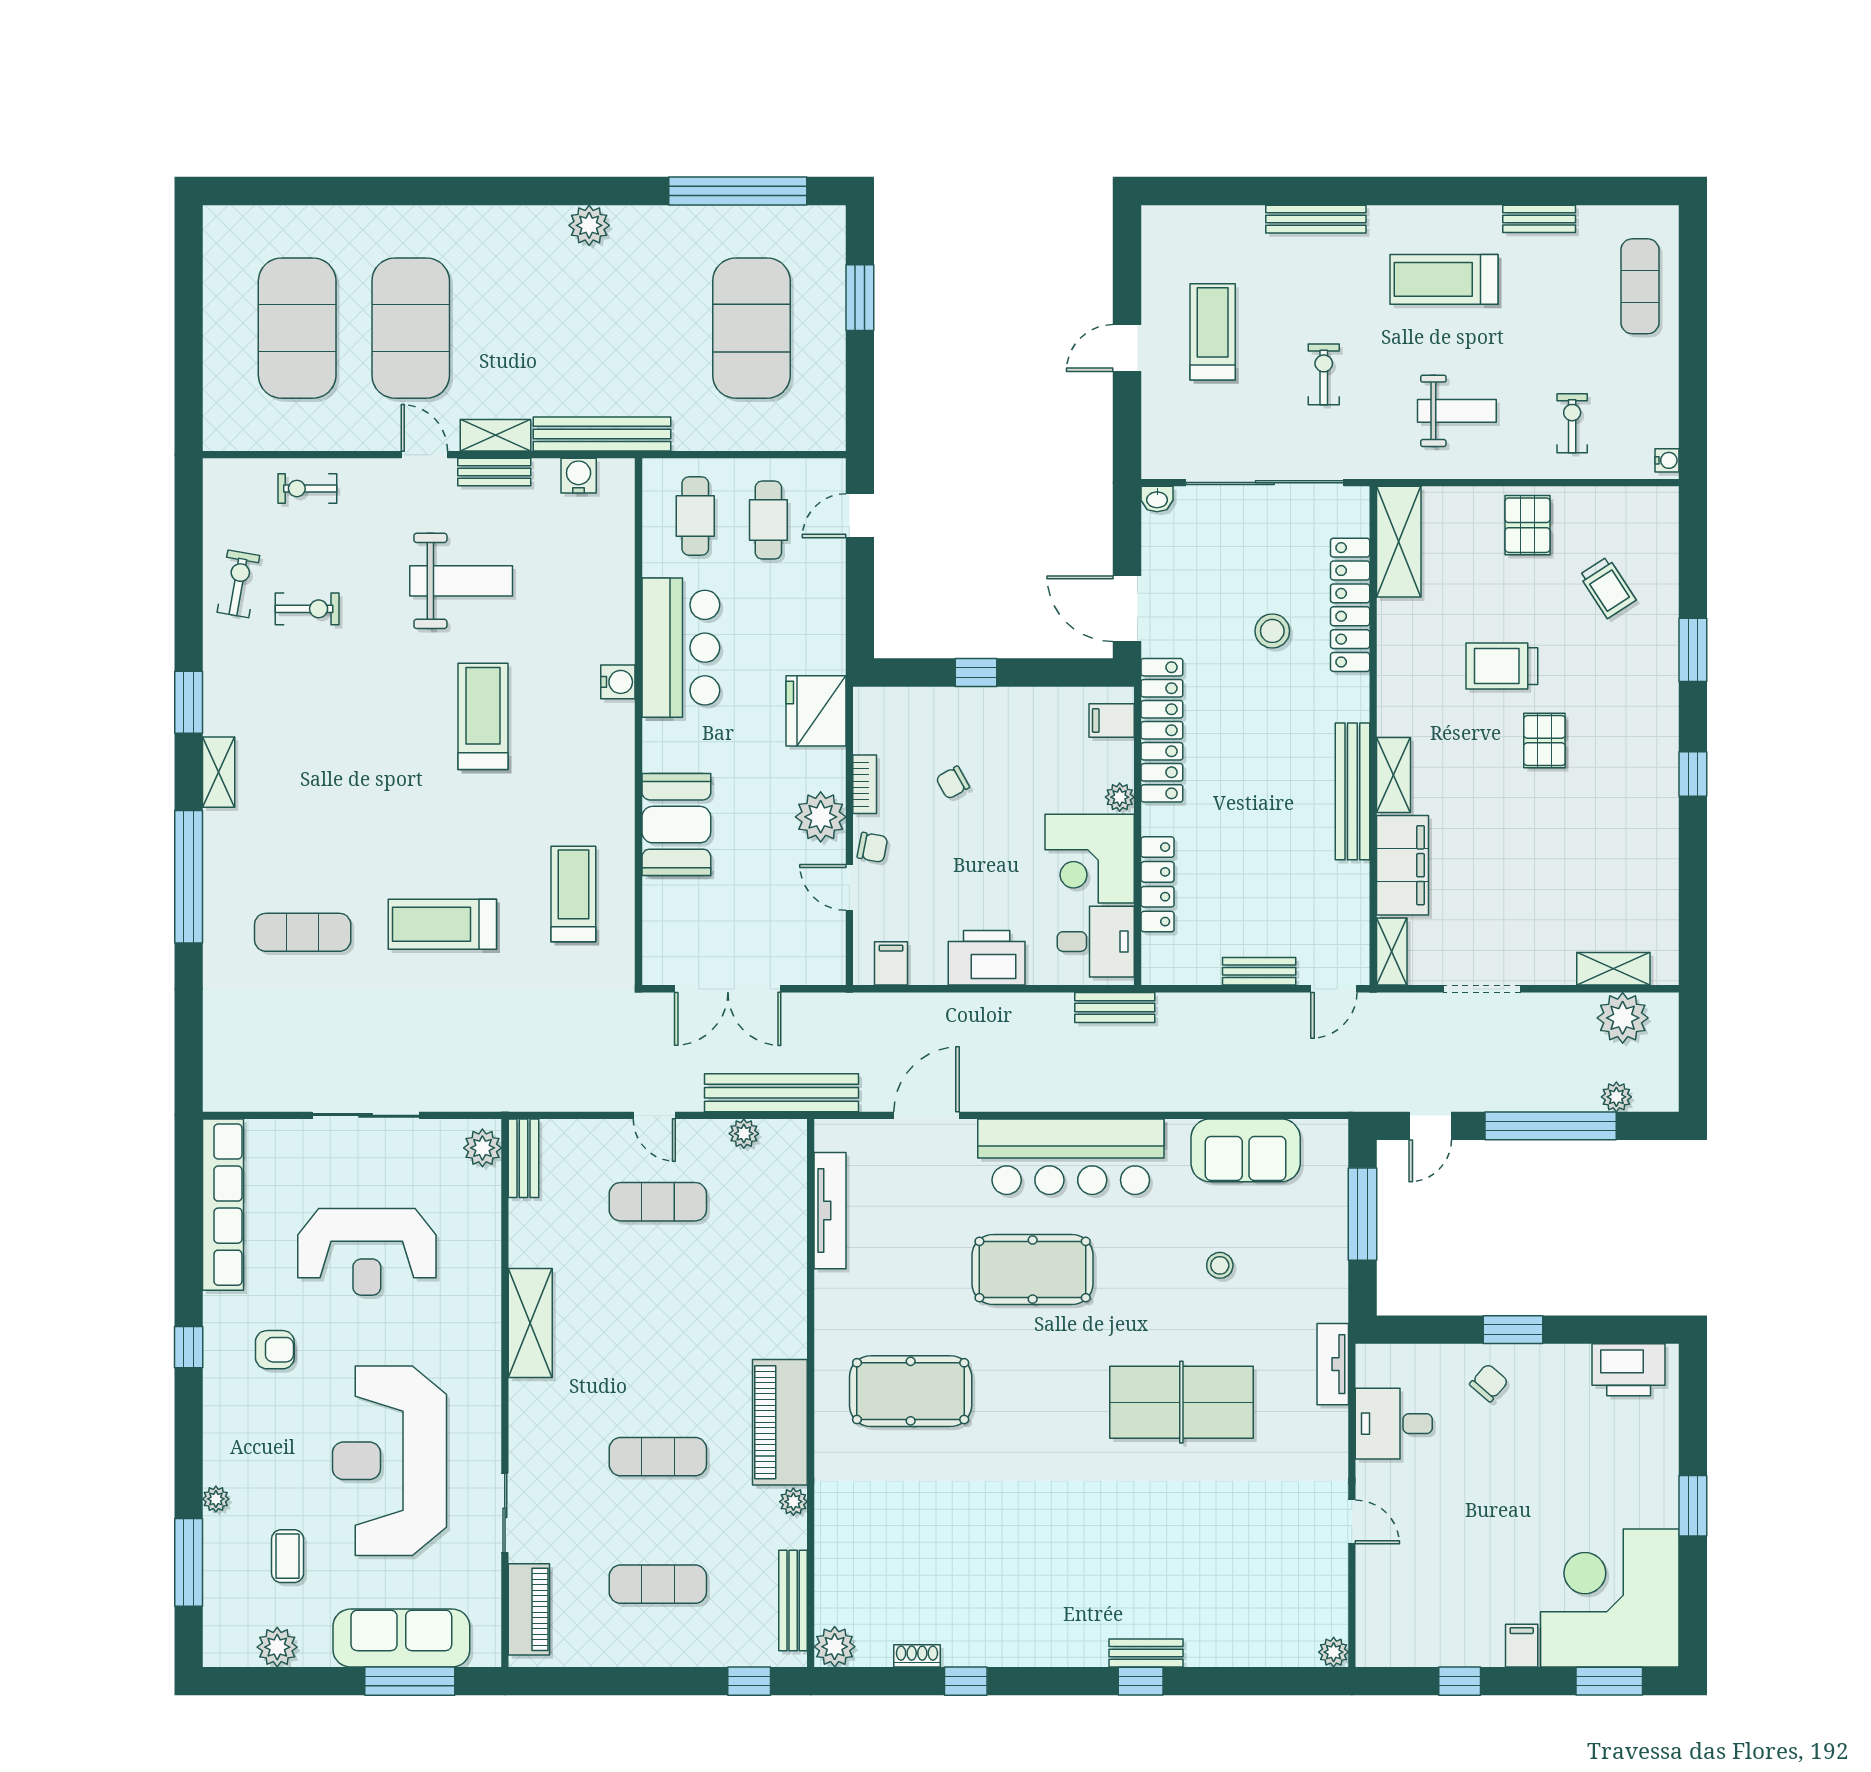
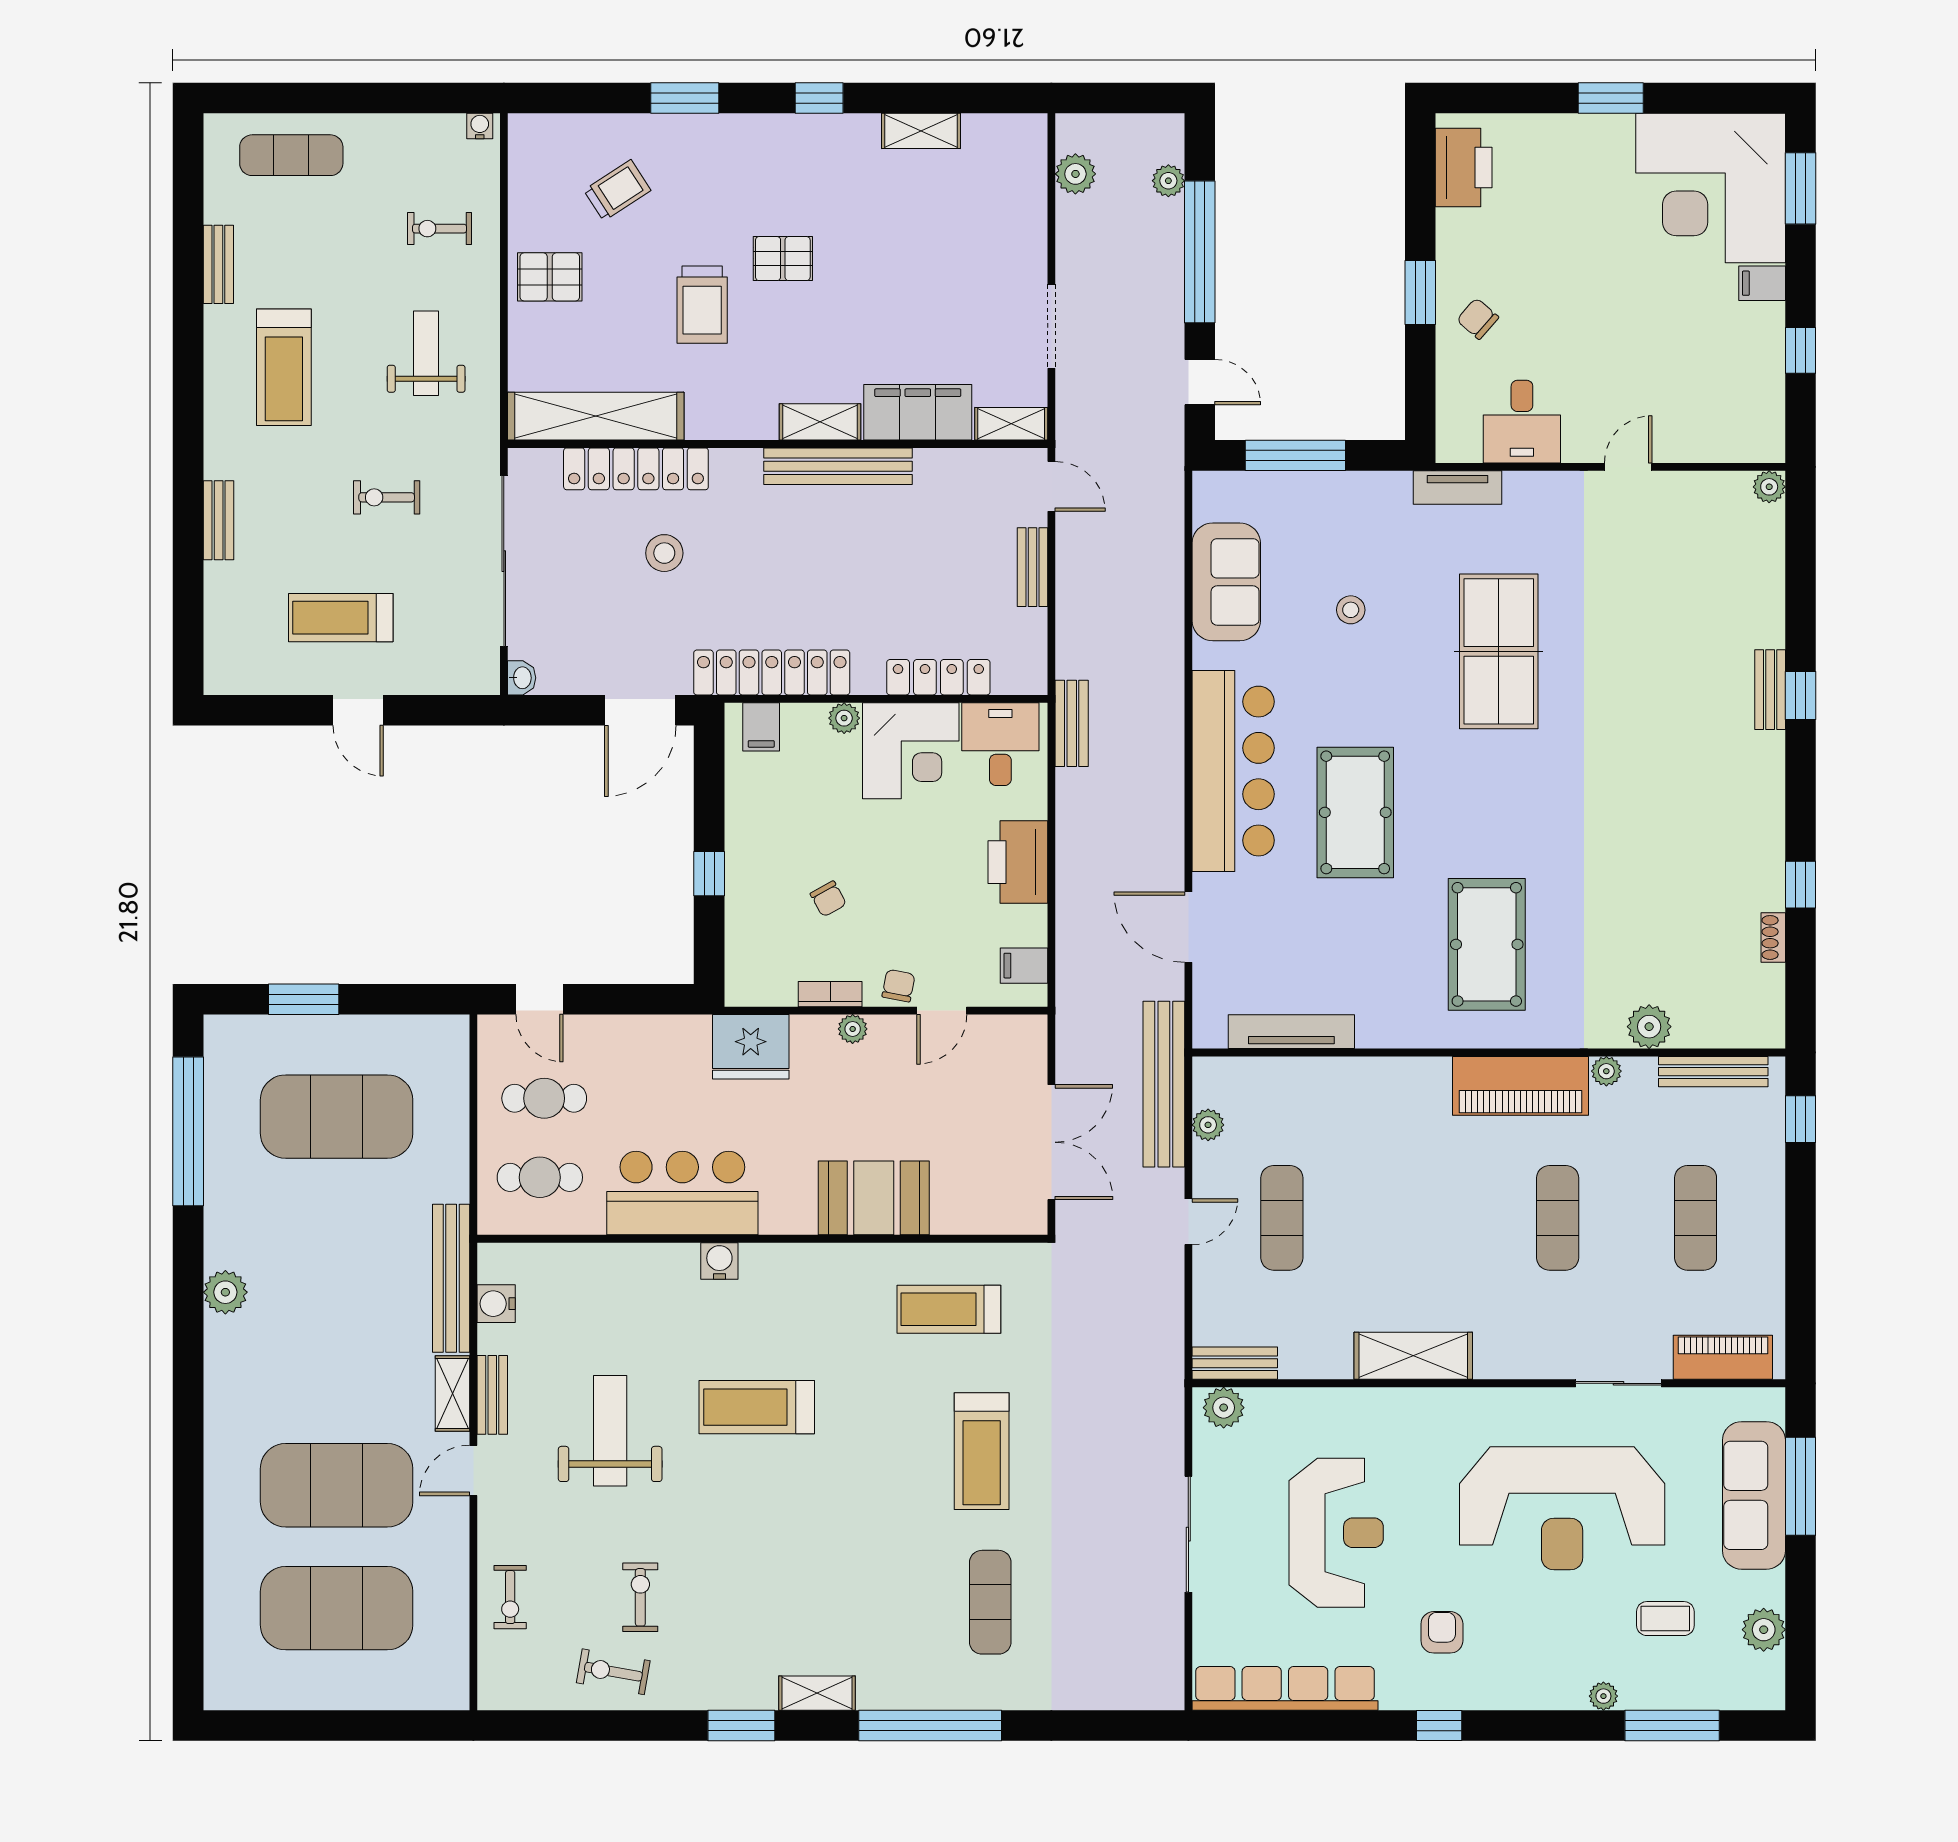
bench: (1316, 219) -> (219, 520), width x0.73
shelving: (1399, 542) -> (596, 416), width x1.47
plant: (821, 817) -> (853, 1029), width x0.53, depth x0.53
shelving: (1613, 969) -> (921, 131), moved, turned 90
plant: (1623, 1018) -> (1075, 174), width x0.73, depth x0.73
plant: (835, 1647) -> (1649, 1027), moved

